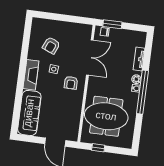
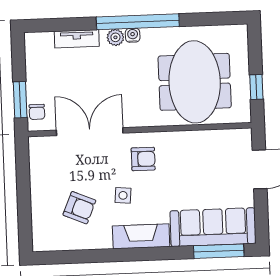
window: (16, 114) -> (219, 251), added

